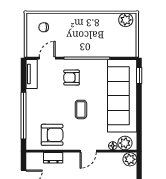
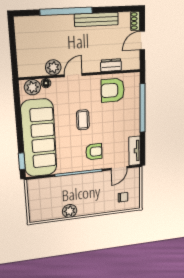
plant: (126, 20) -> (70, 211), moved
plant: (130, 159) -> (53, 67), moved

